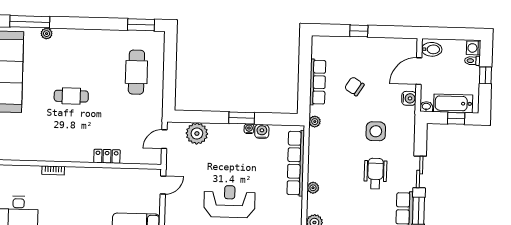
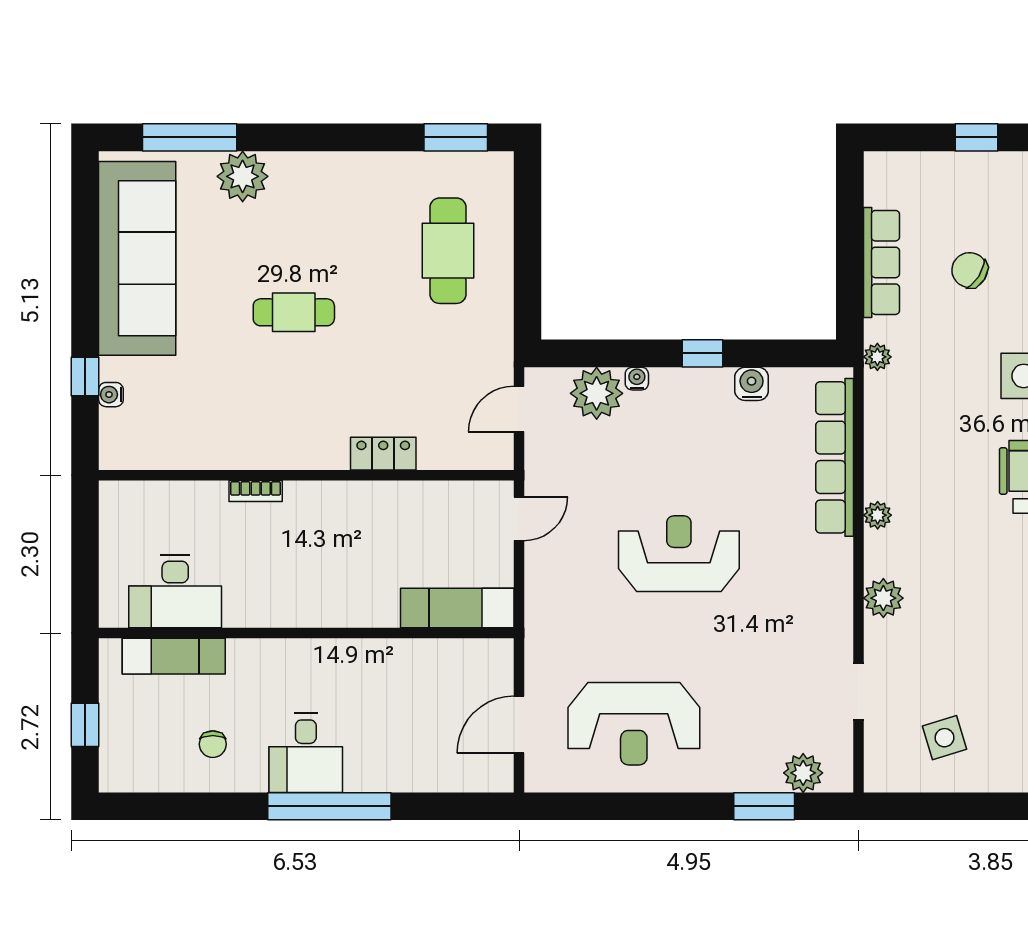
plant: (47, 34) -> (243, 176), width x1.88, depth x1.88
window: (242, 118) -> (702, 353), width x0.67
water cooler: (249, 129) -> (637, 379), moved

